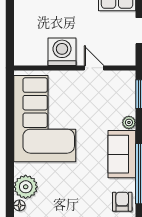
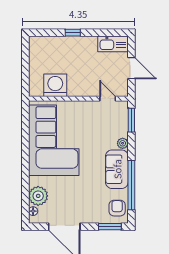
washing machine: (62, 52) -> (55, 85), moved
door: (94, 68) -> (108, 99), moved

